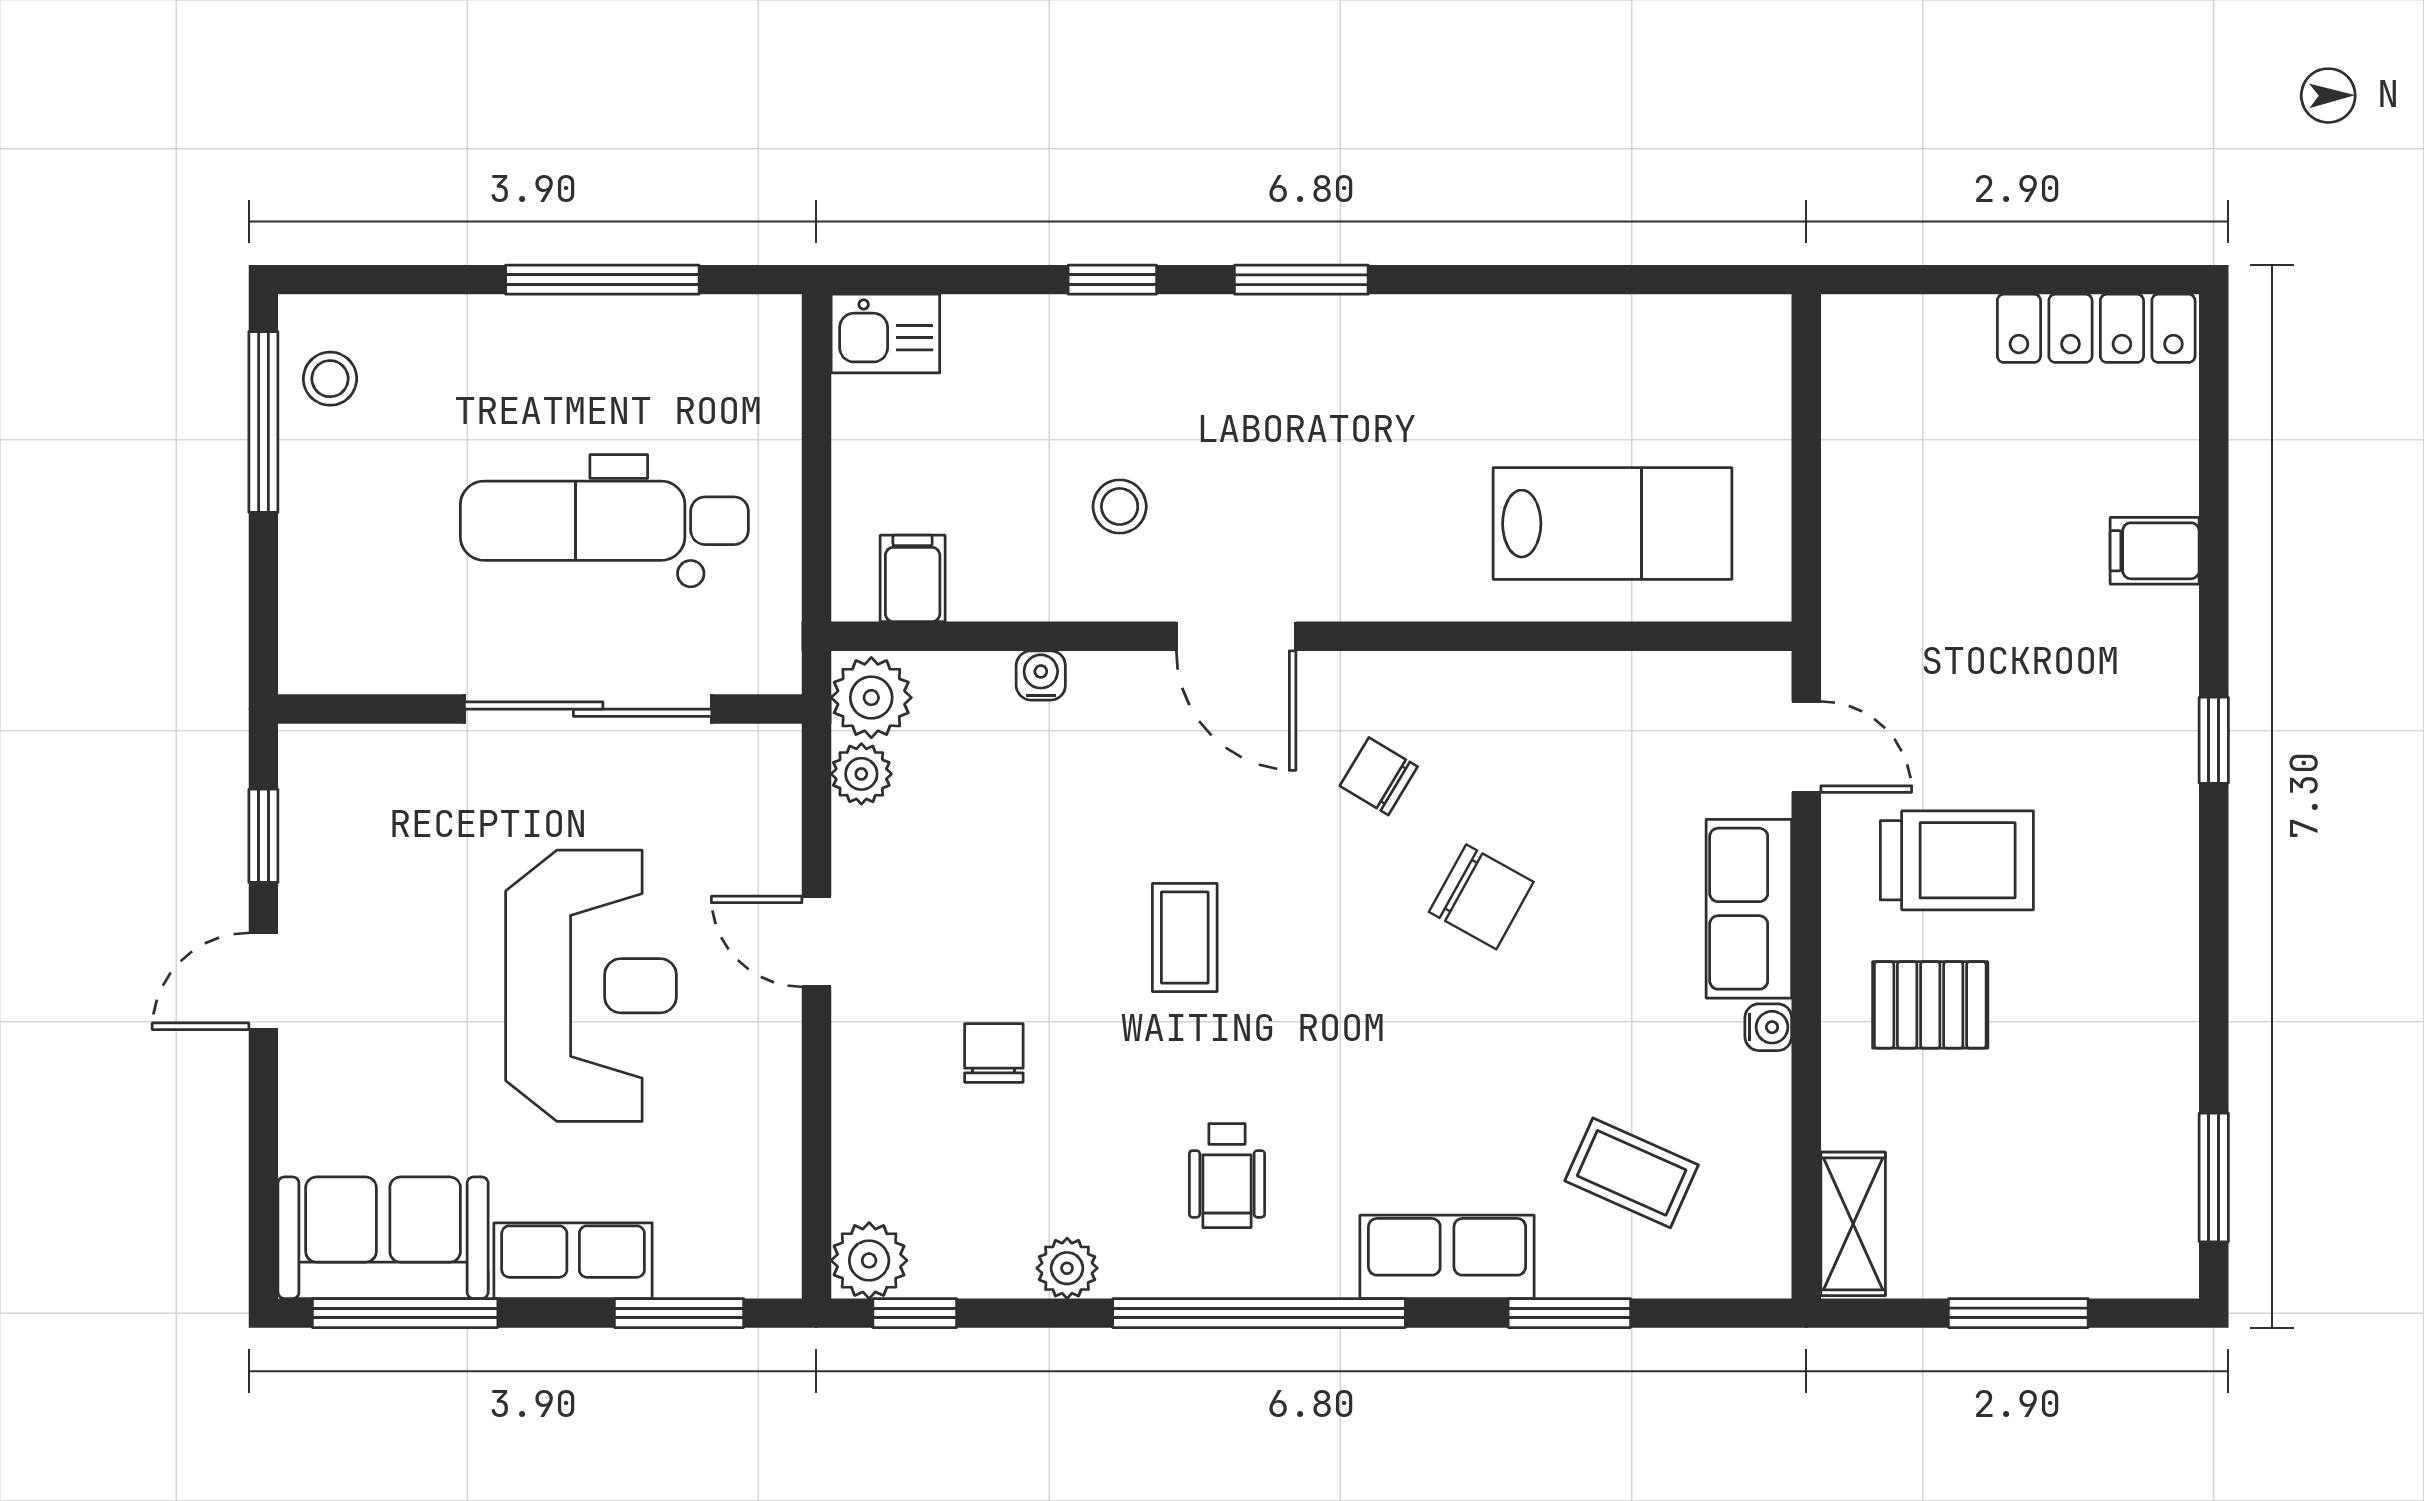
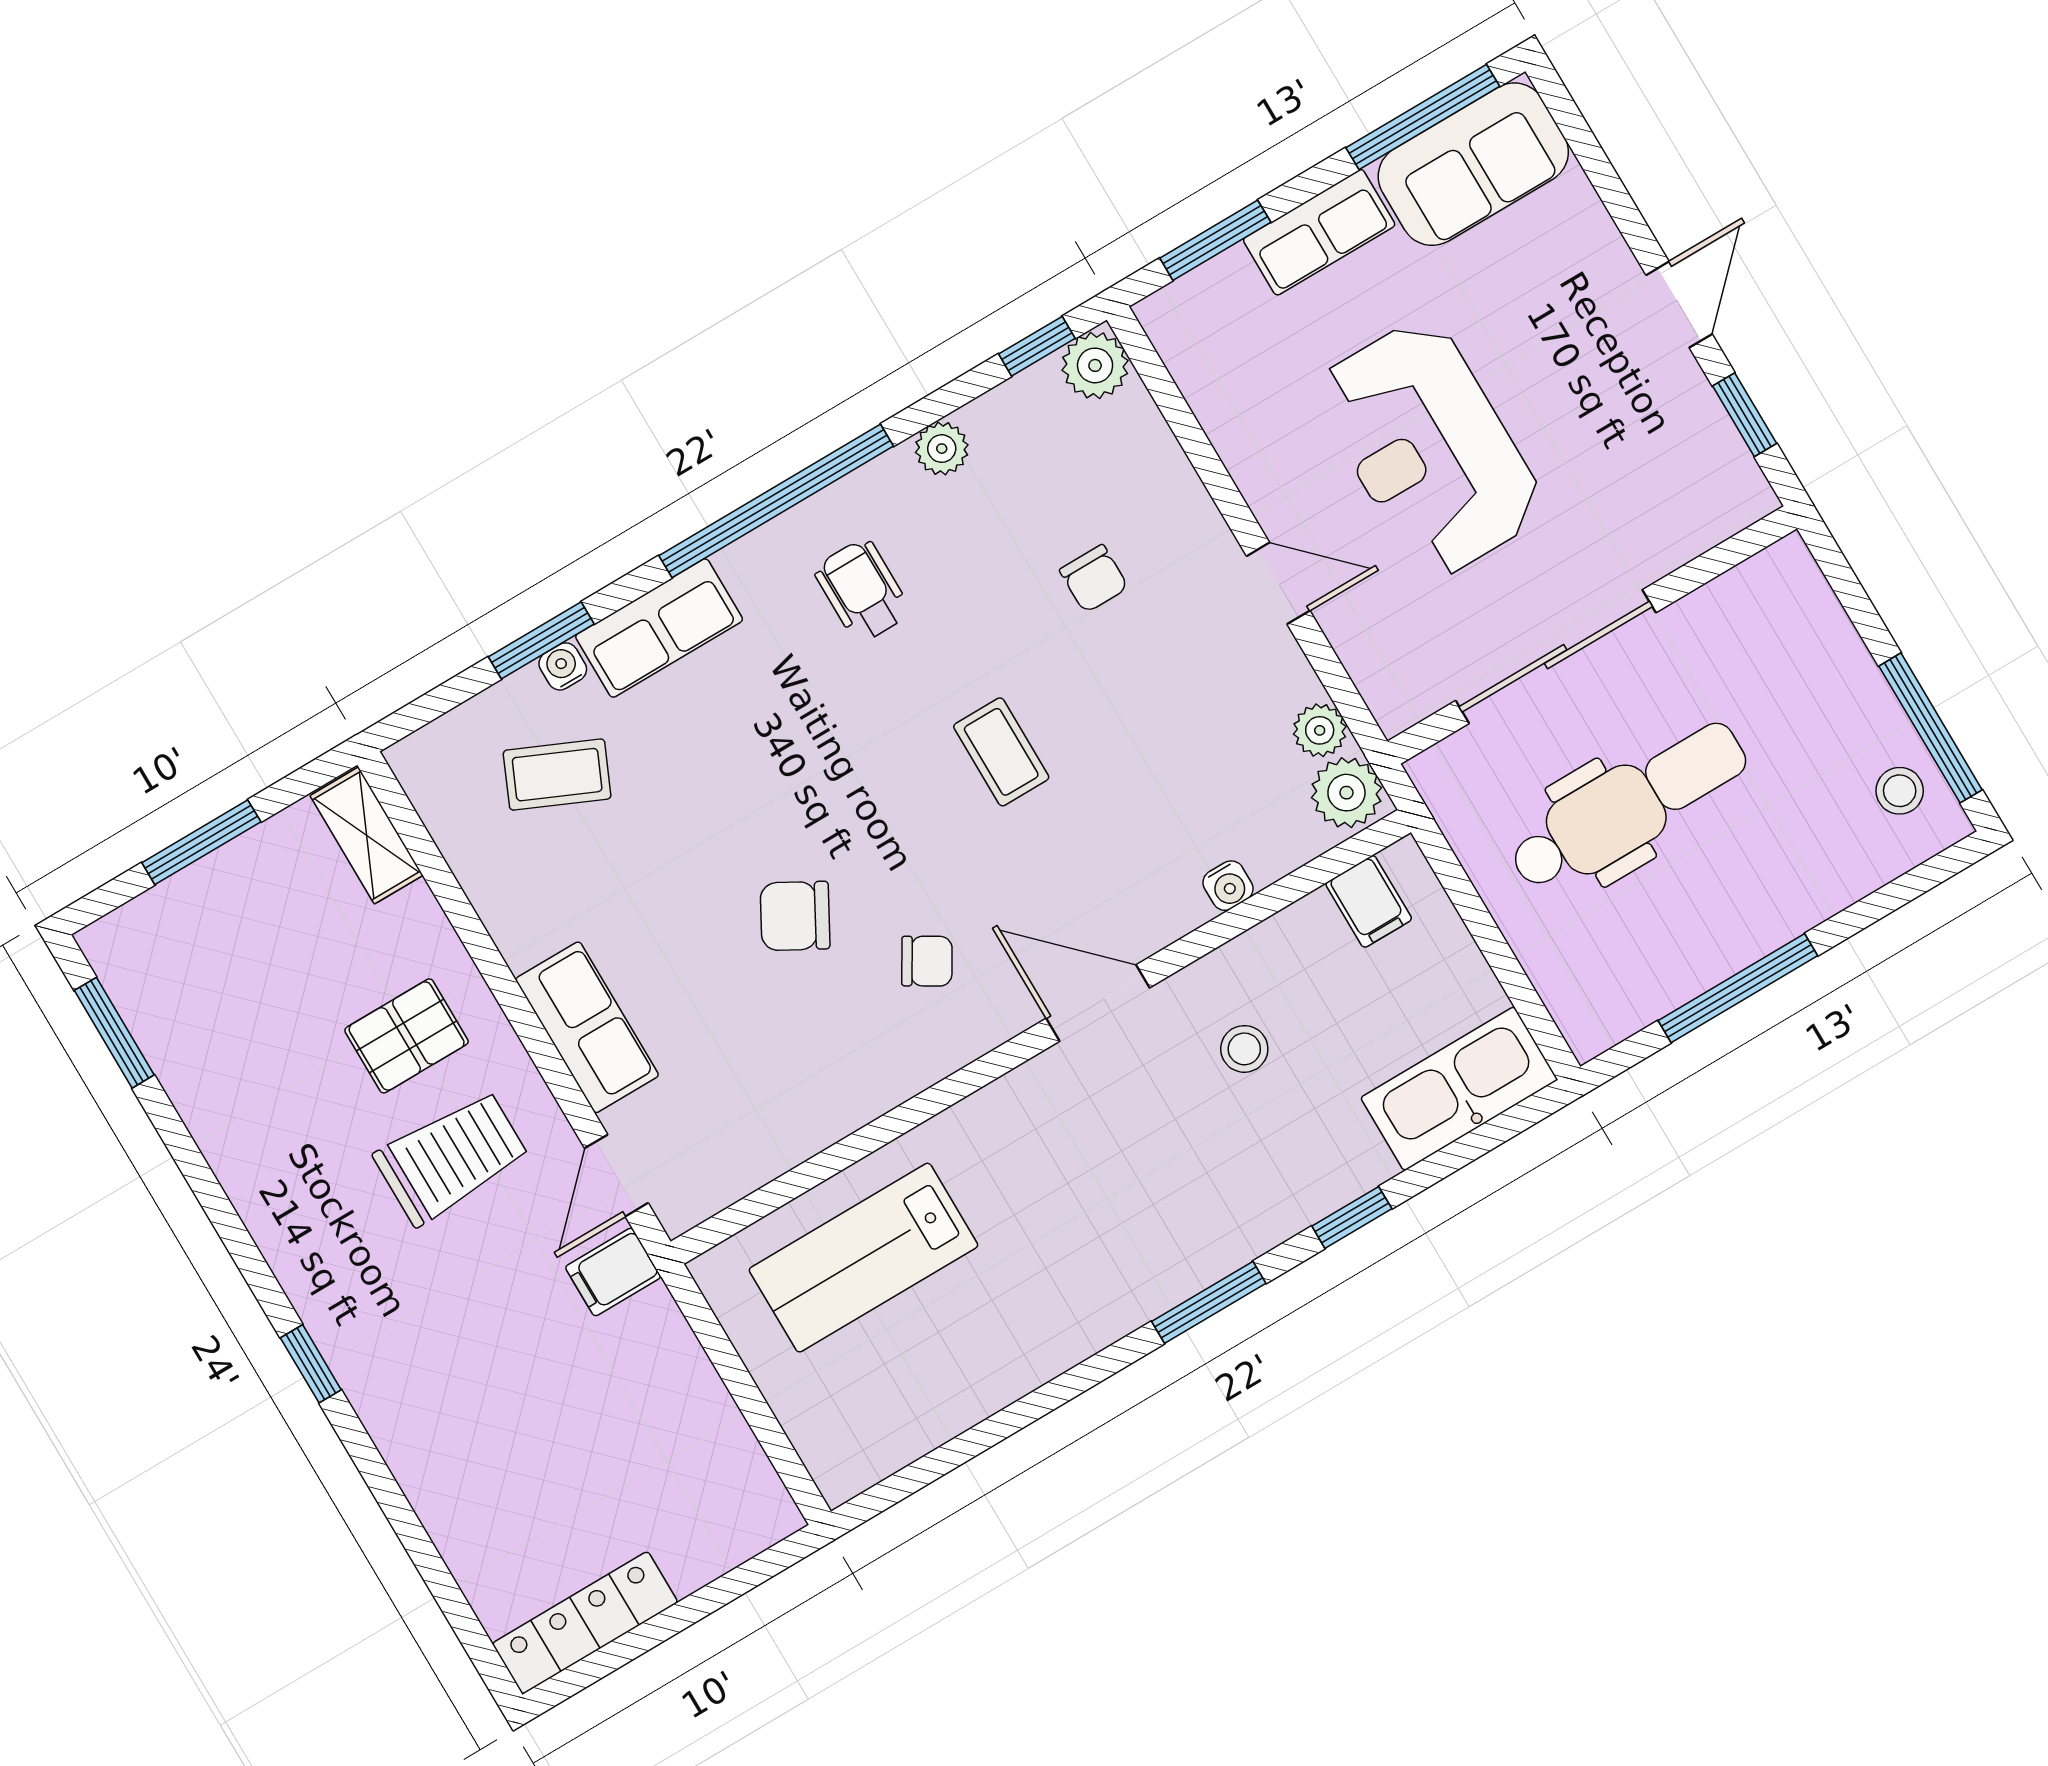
kitchen sink: (885, 334) -> (1459, 1089), width x1.87, depth x1.24
filing cabinet: (2155, 551) -> (613, 1272), moved, turned 180
door: (1806, 747) -> (616, 1176), hinge flipped
trolley: (1957, 860) -> (451, 1157), turned 180
water cooler: (1768, 1027) -> (563, 666), moved, turned 90

